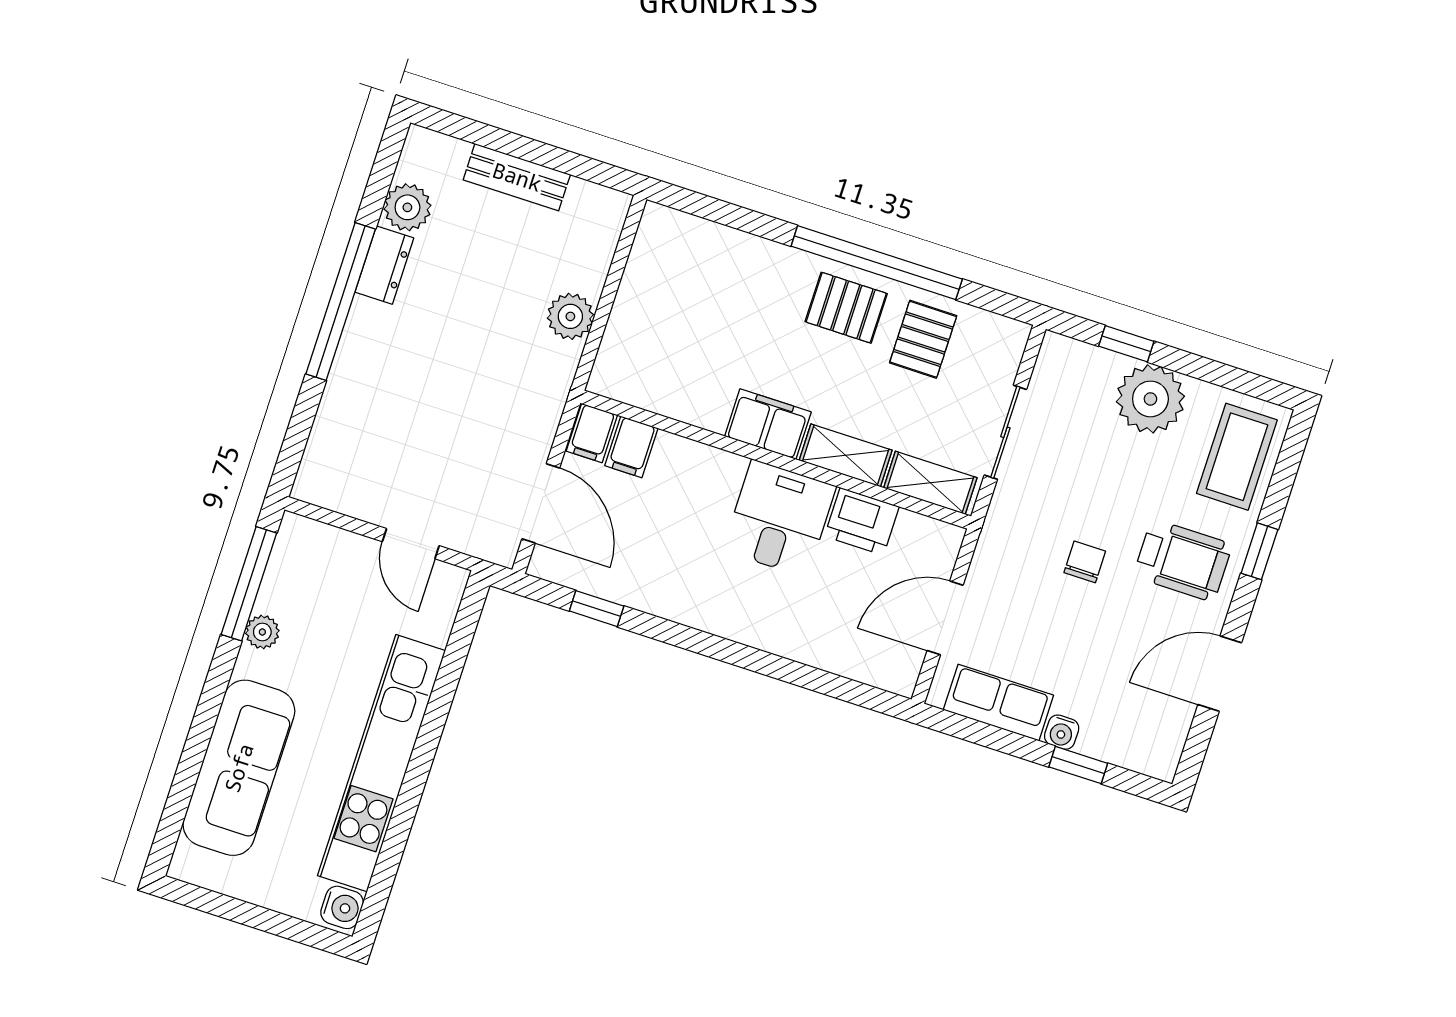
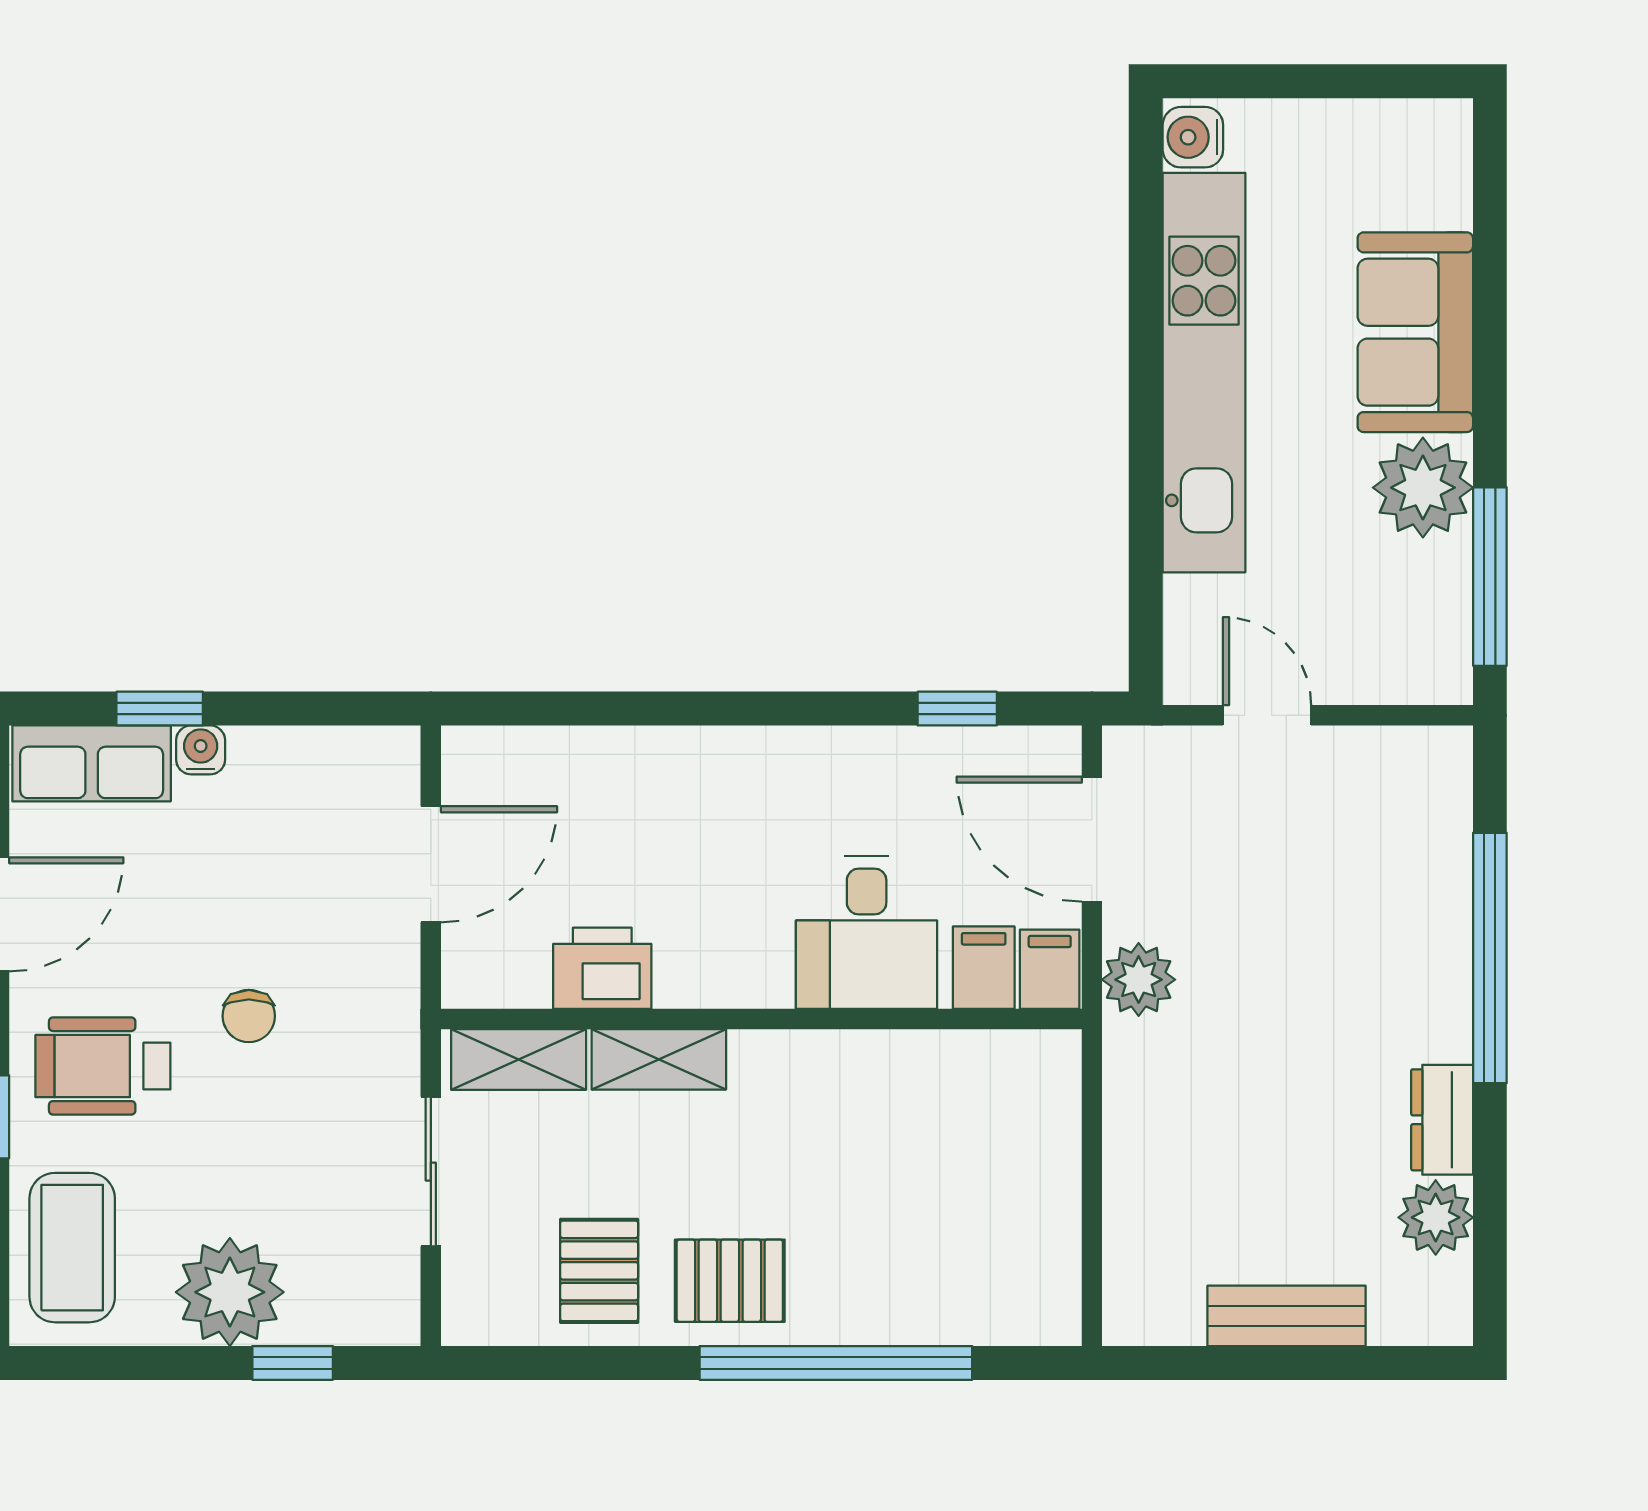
window: (877, 263) -> (836, 1363), moved
window: (341, 302) -> (1490, 958), moved
plant: (570, 316) -> (1139, 980), moved
filing cabinet: (768, 424) -> (790, 1068), removed
desk: (779, 518) -> (867, 933), moved
plant: (262, 632) -> (1423, 488), width x1.87, depth x1.87
row of seats: (998, 703) -> (92, 763), moved
sofa: (239, 768) -> (1415, 332), width x0.73

